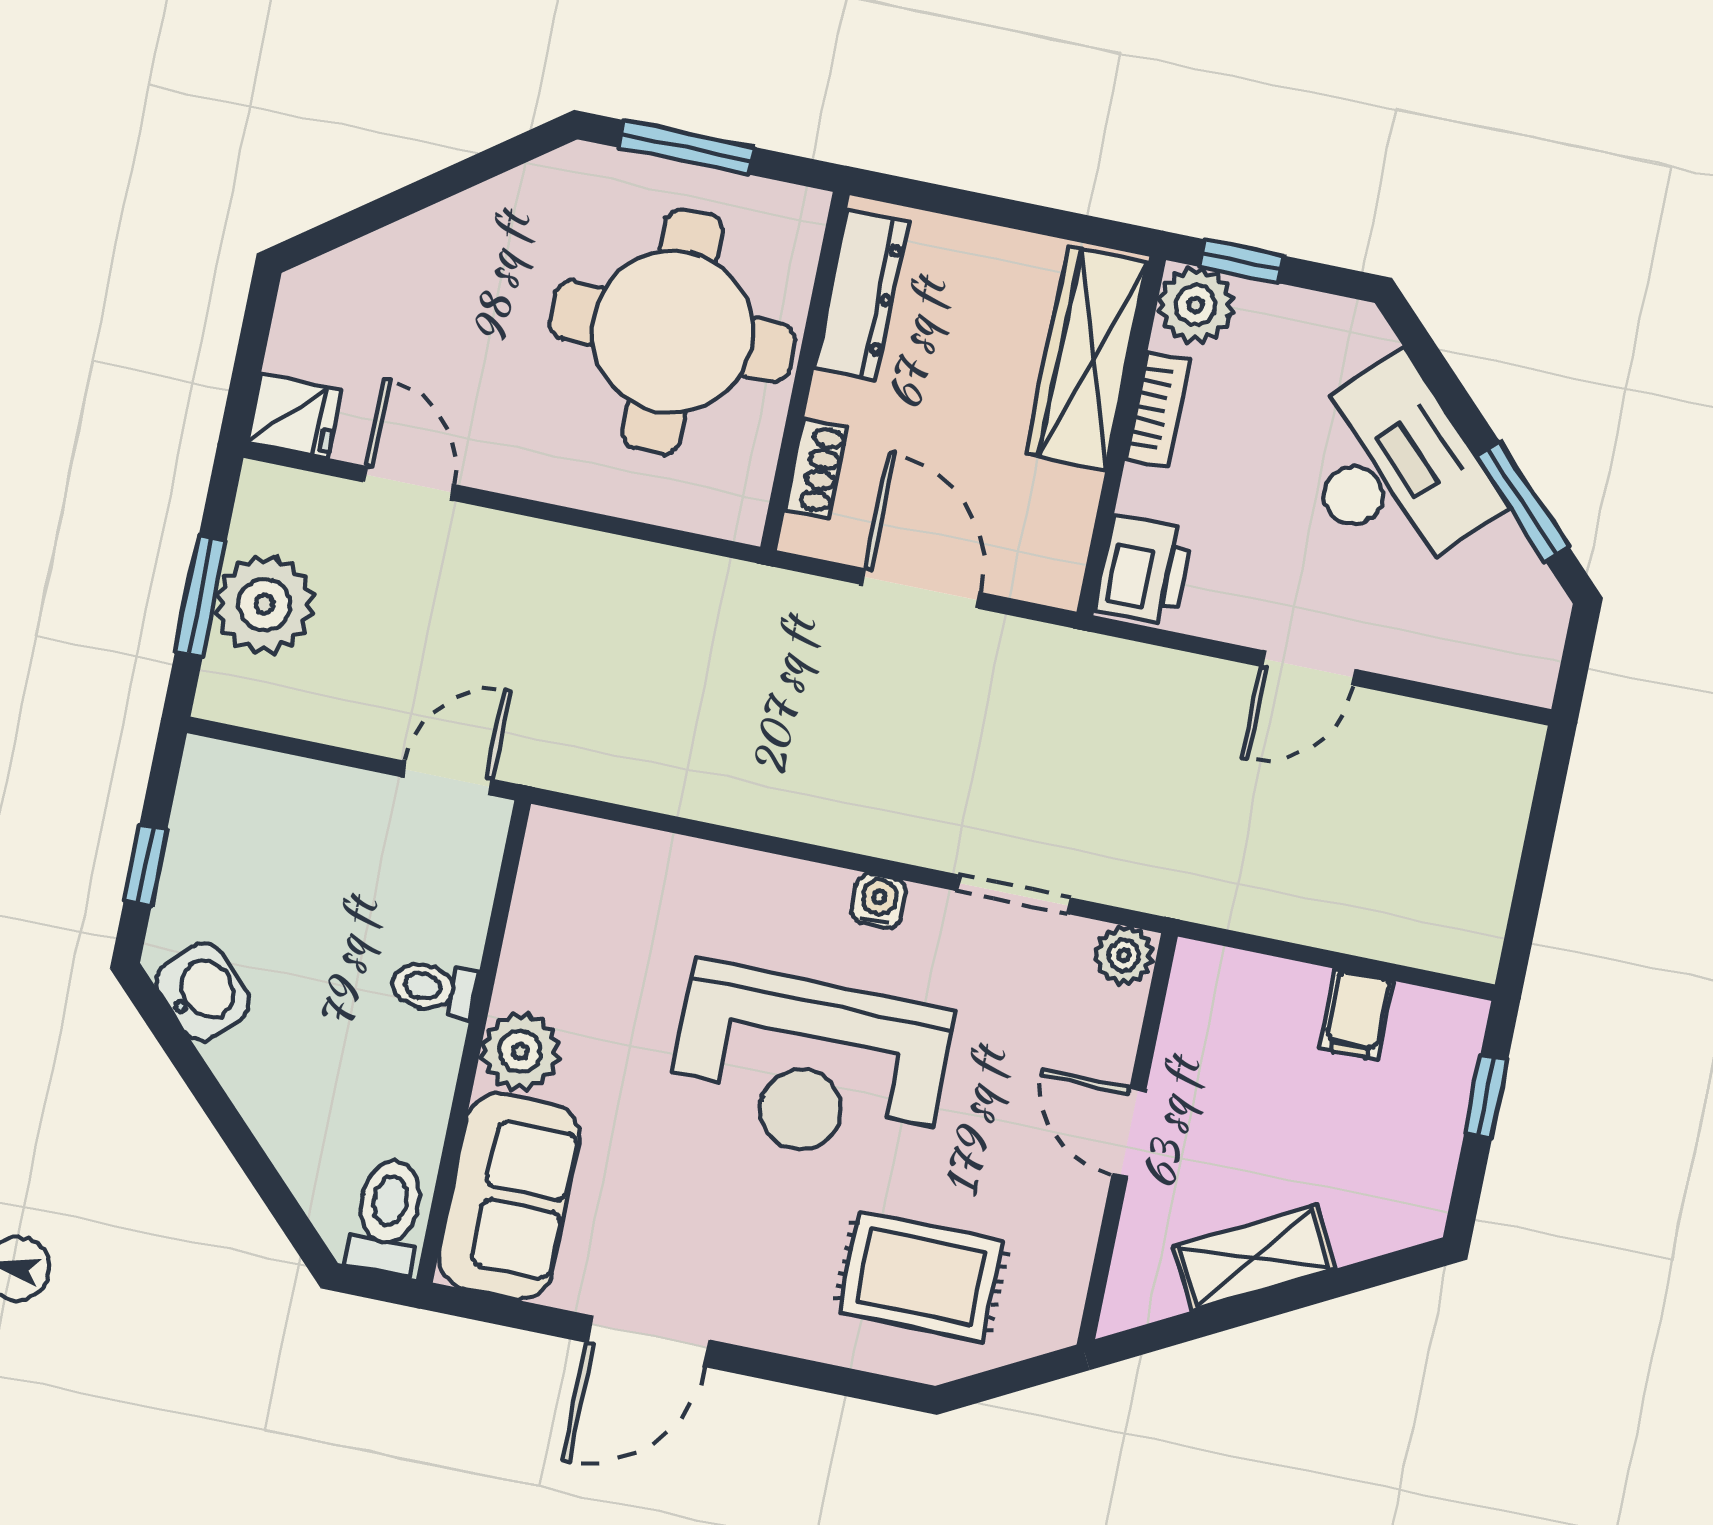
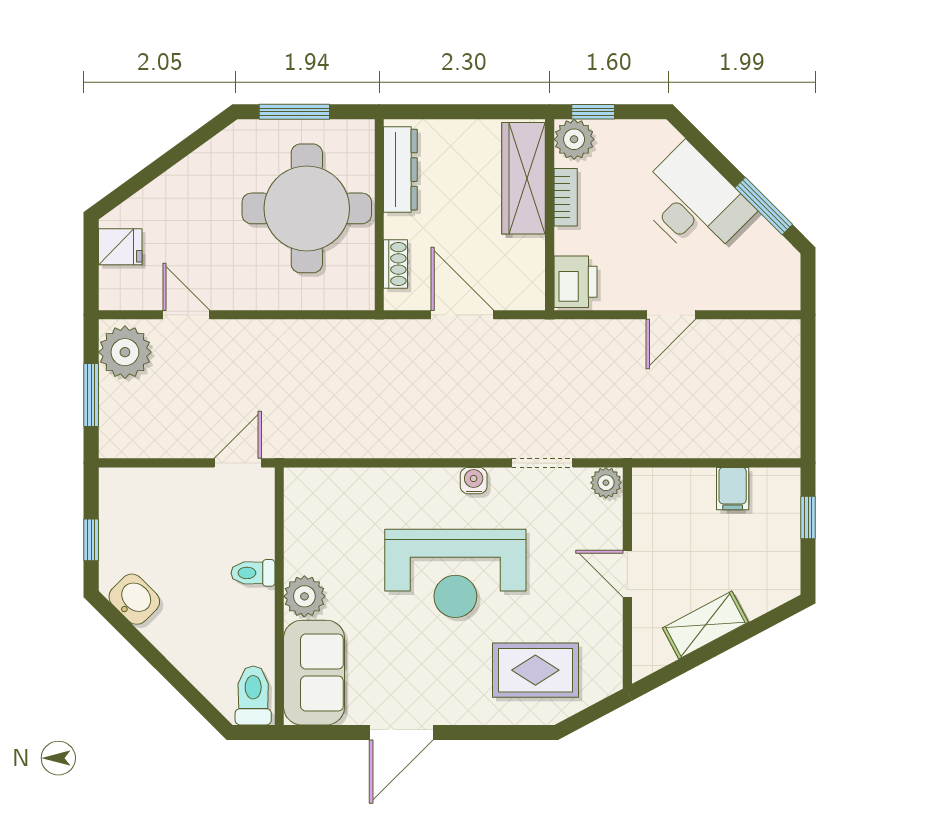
fridge: (294, 416) -> (120, 247), moved
plant: (265, 604) -> (125, 352), moved

